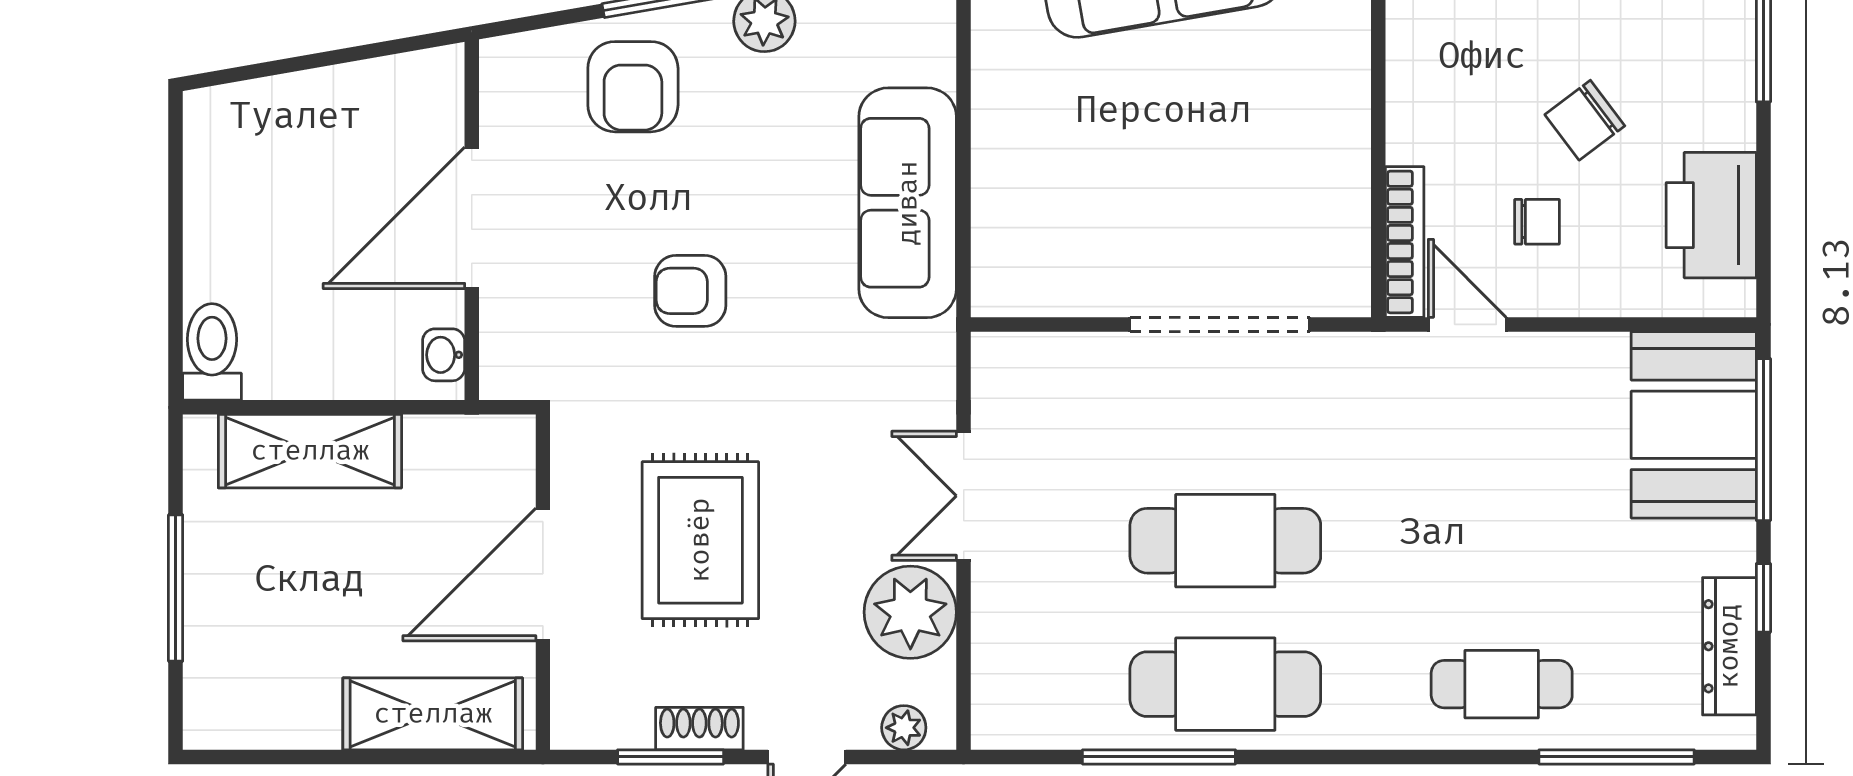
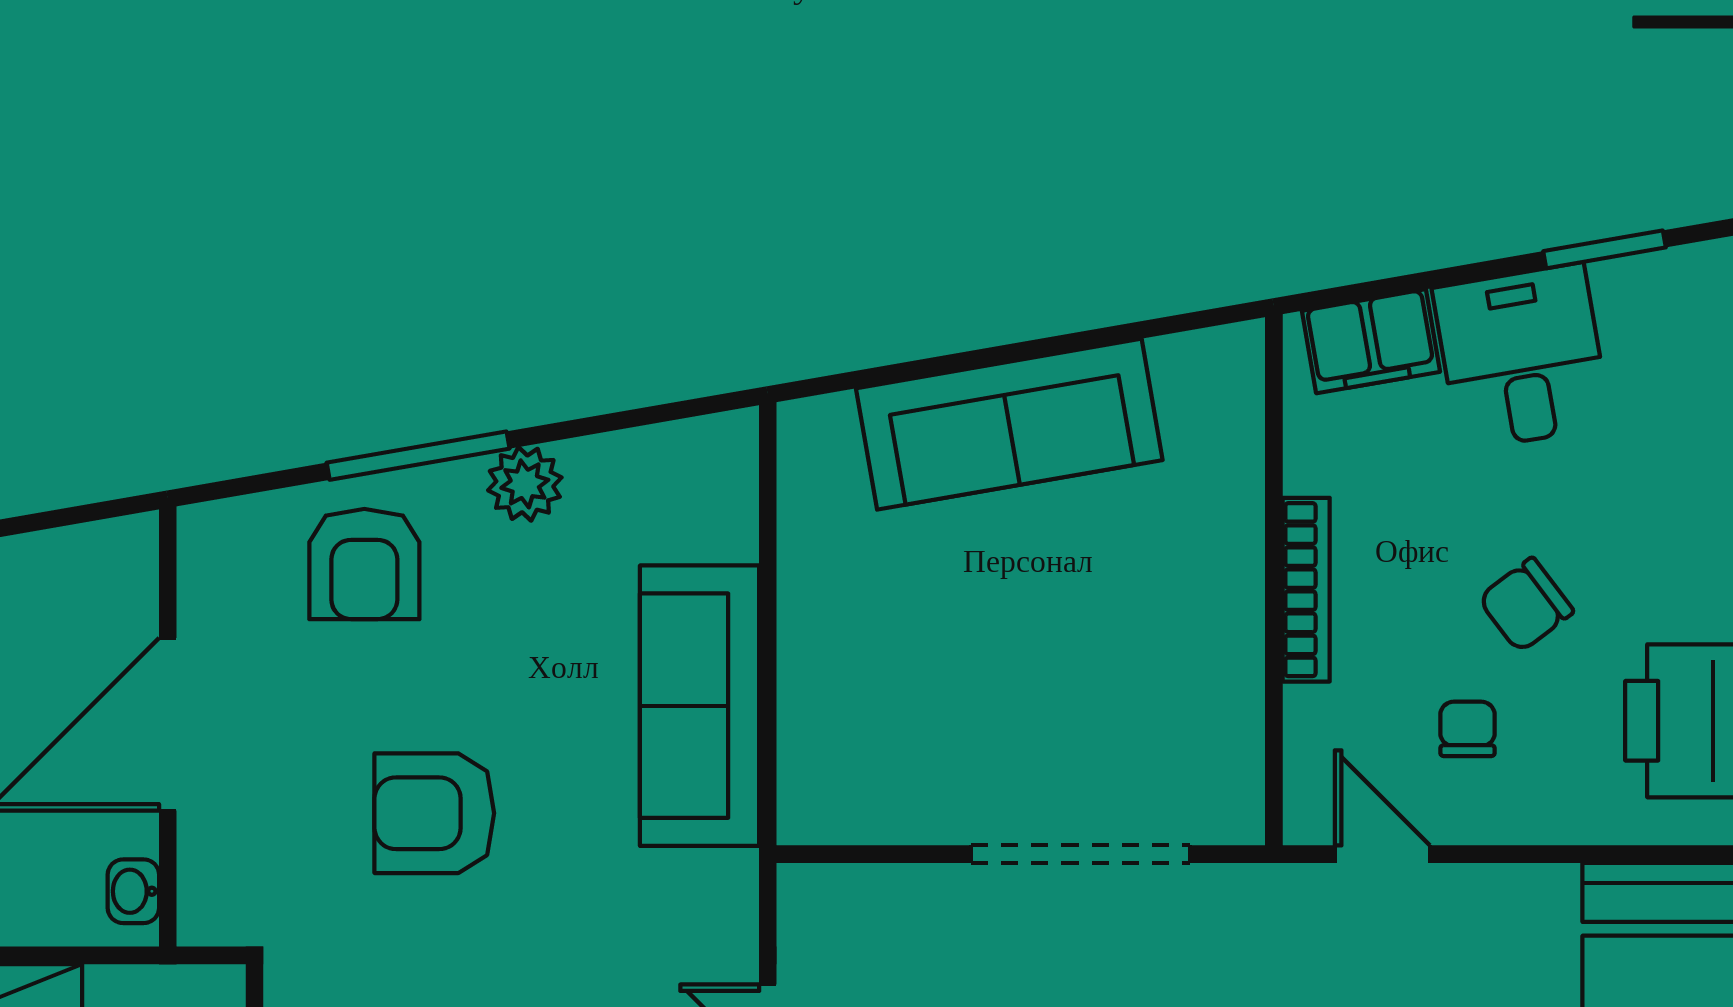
chair: (1537, 222) -> (1467, 729), turned -90
bookcase: (1405, 242) -> (1306, 590), moved
armchair: (690, 291) -> (434, 813), width x1.38, depth x1.38

